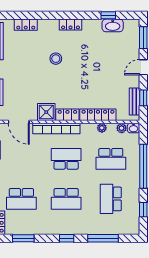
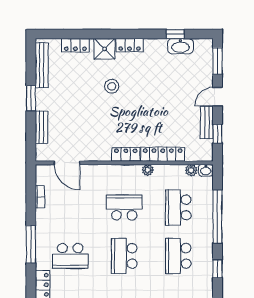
bench: (134, 102) -> (207, 123), moved
shower: (46, 112) -> (105, 49), moved
bookcase: (56, 128) -> (112, 171), removed
plant: (102, 128) -> (148, 170), moved
school desk: (111, 159) -> (178, 207), turned 90
school desk: (66, 199) -> (124, 256), turned 90

